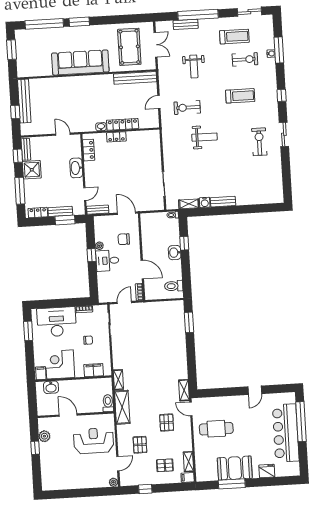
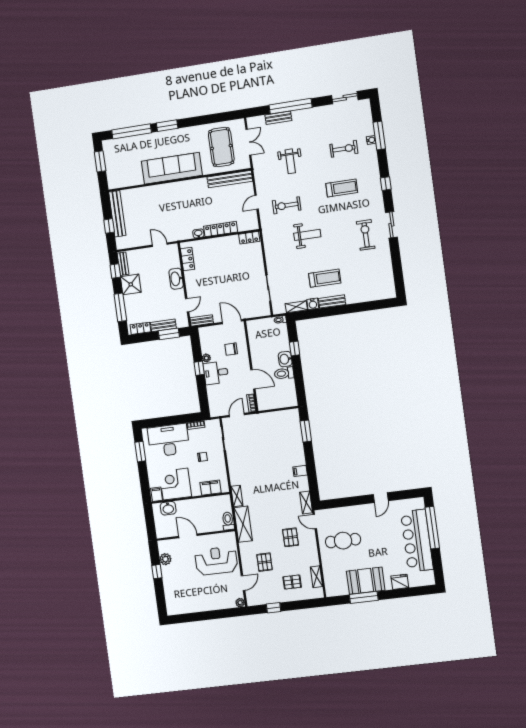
treadmill: (234, 37) -> (325, 278), moved
locker: (116, 137) -> (249, 238), moved
toilet: (174, 286) -> (284, 373), moved
filing cabinet: (188, 477) -> (300, 471), moved

